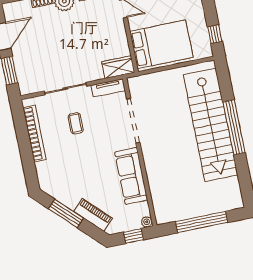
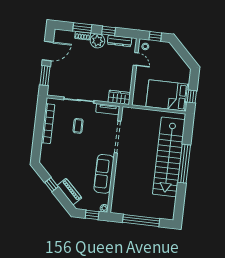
bed: (161, 44) -> (168, 95), moved, turned 180
window: (66, 213) -> (51, 185), width x0.46

